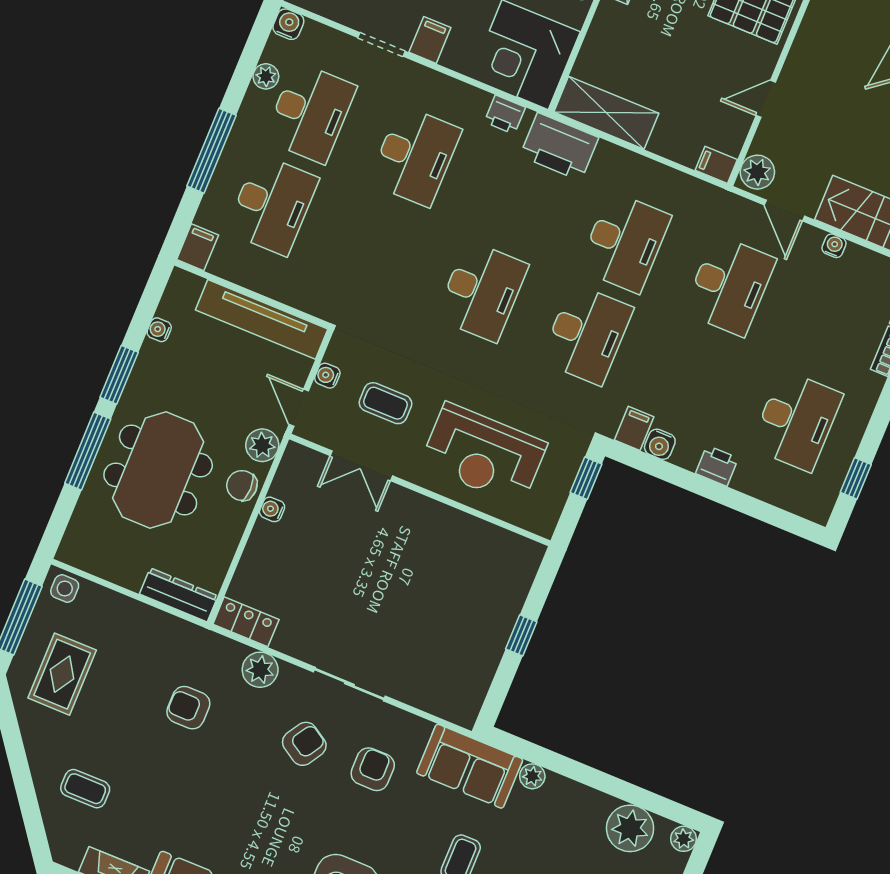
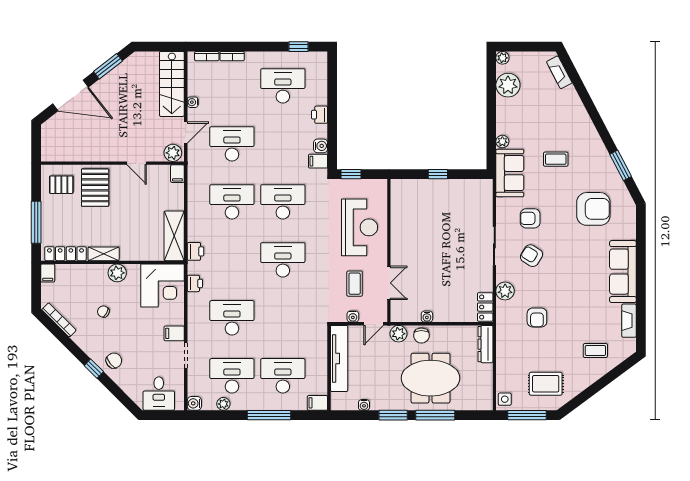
printer: (559, 147) -> (196, 251), width x0.53, depth x0.68
coffee table: (85, 789) -> (595, 350), turned 90

